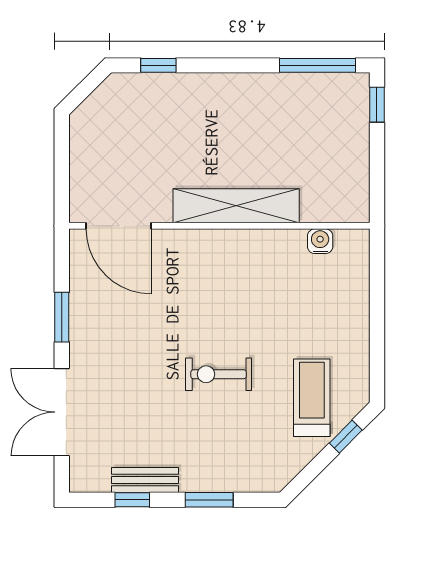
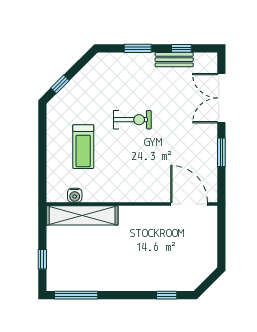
window: (377, 105) -> (42, 259), moved
shelving: (236, 206) -> (82, 215), moved
treadmill: (312, 398) -> (83, 147), moved
double door: (62, 412) -> (221, 98), swing flipped

